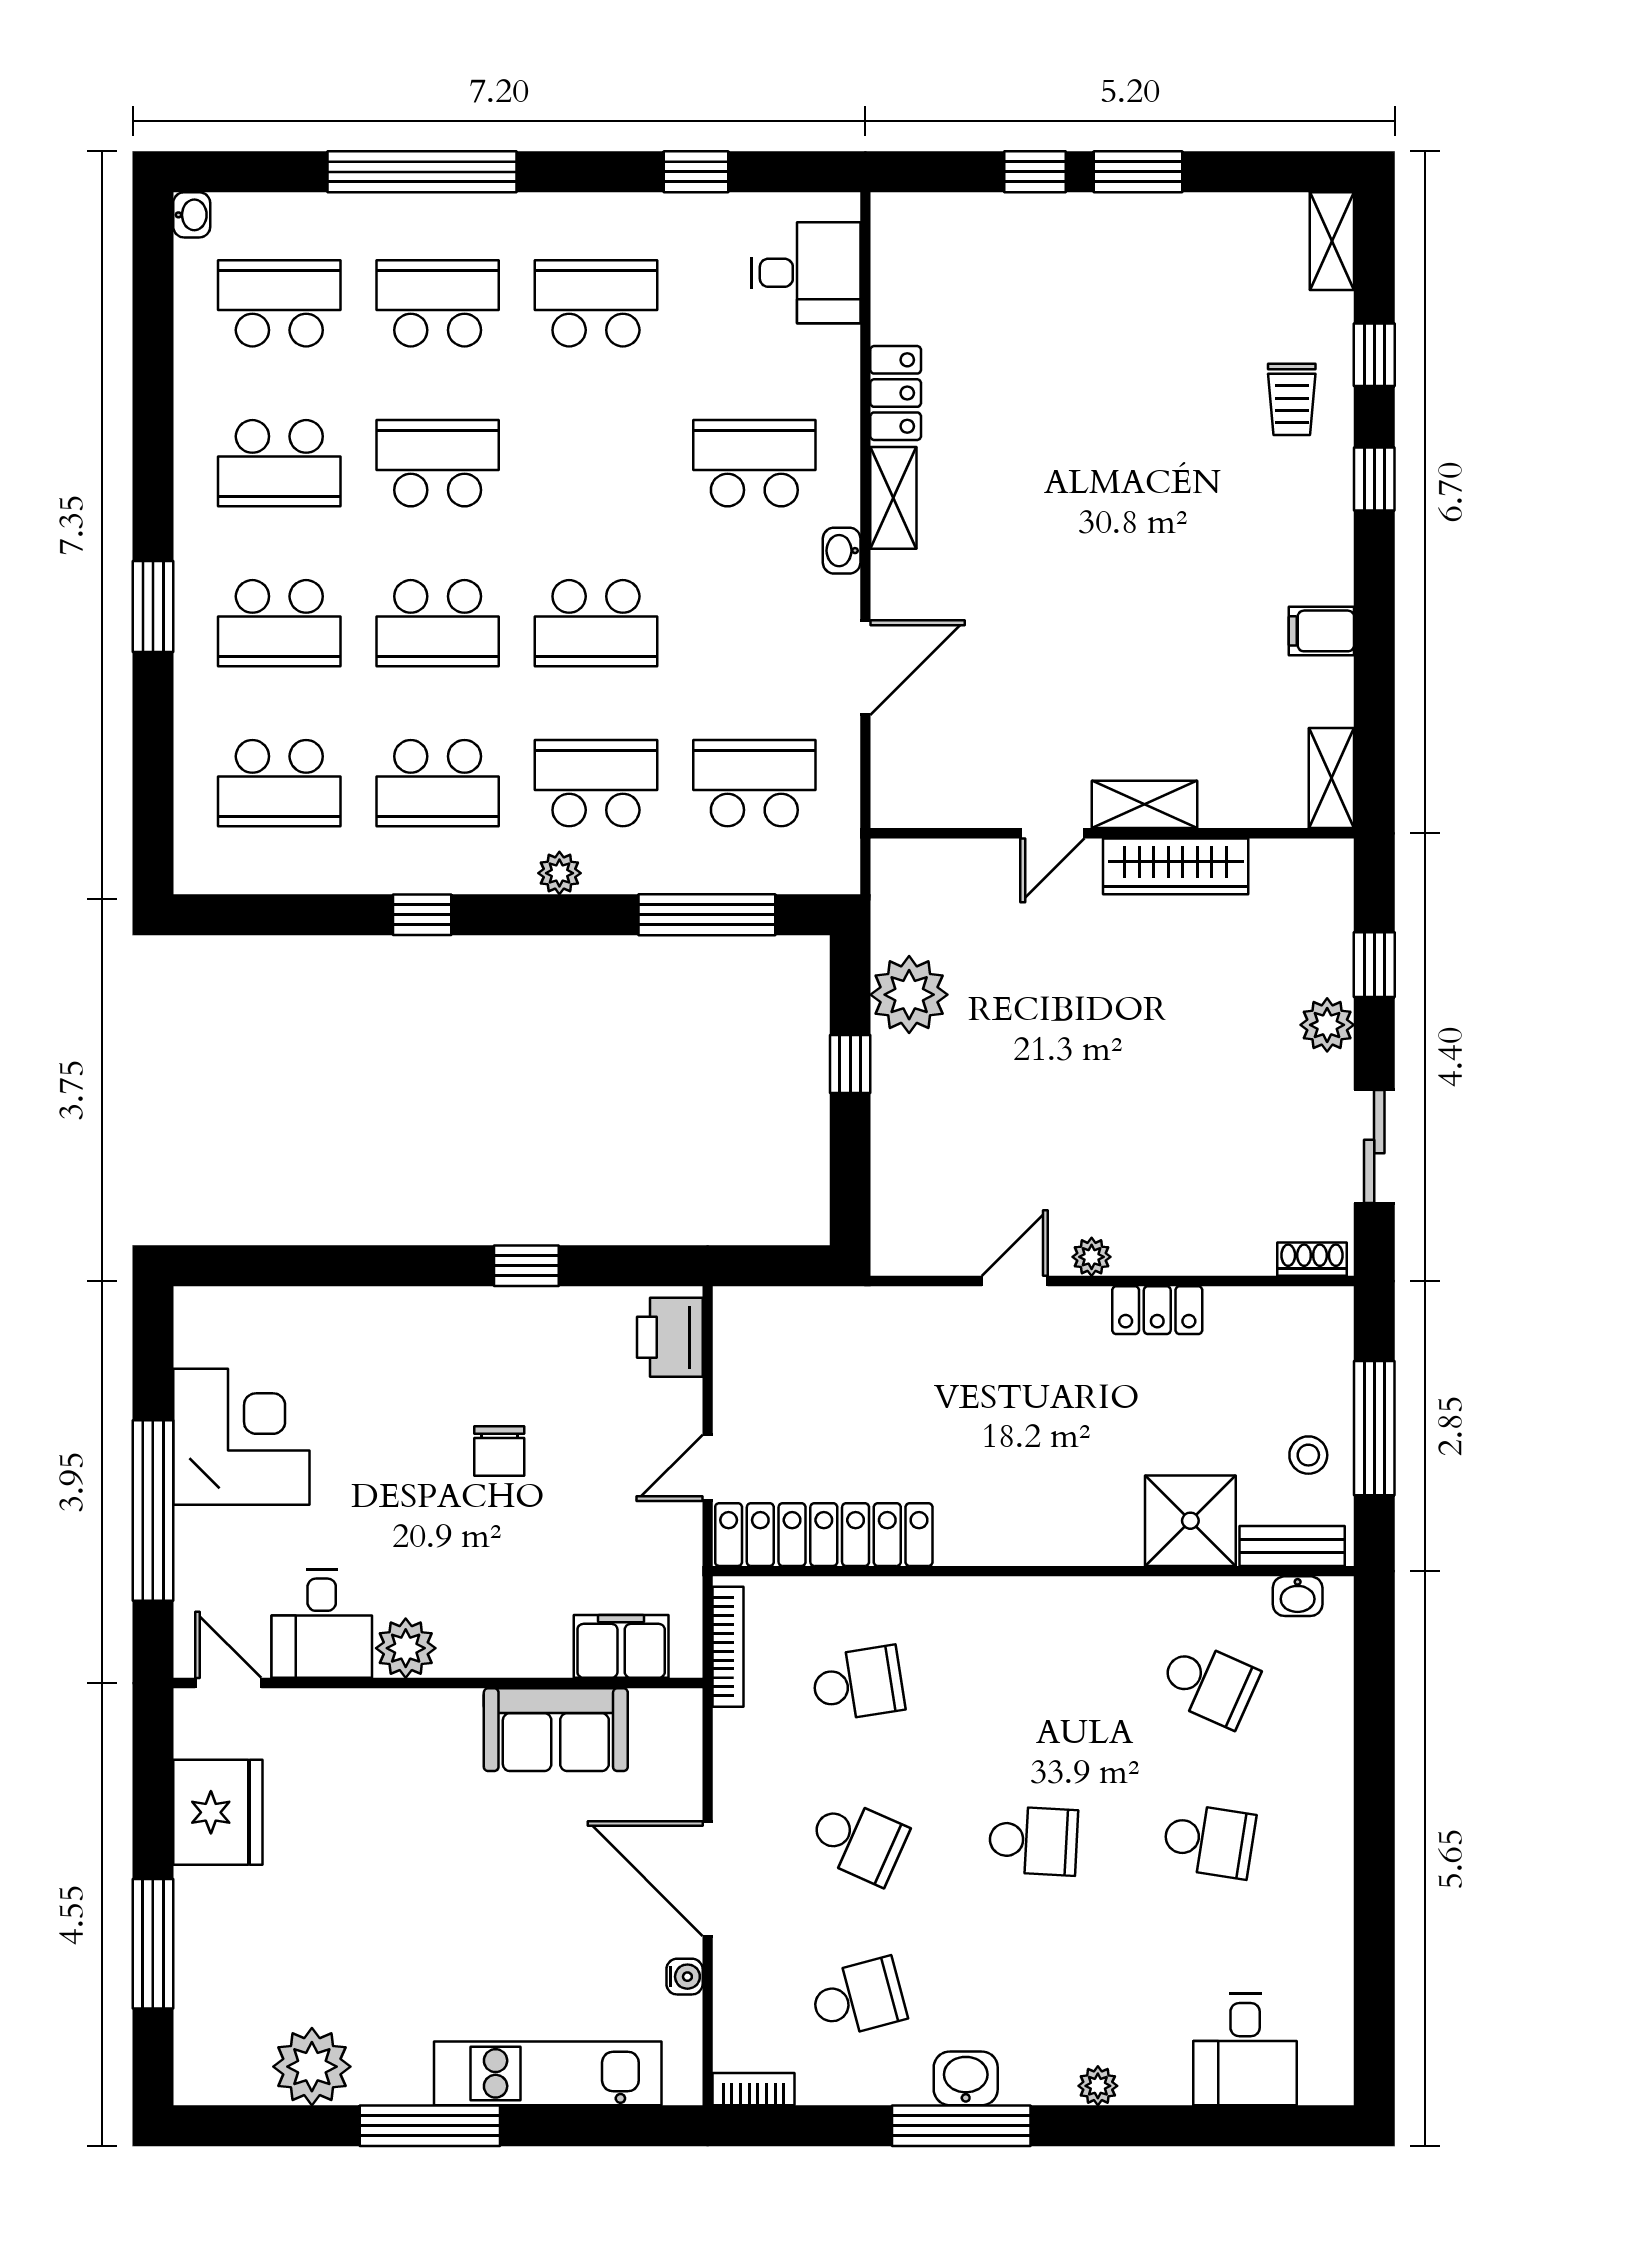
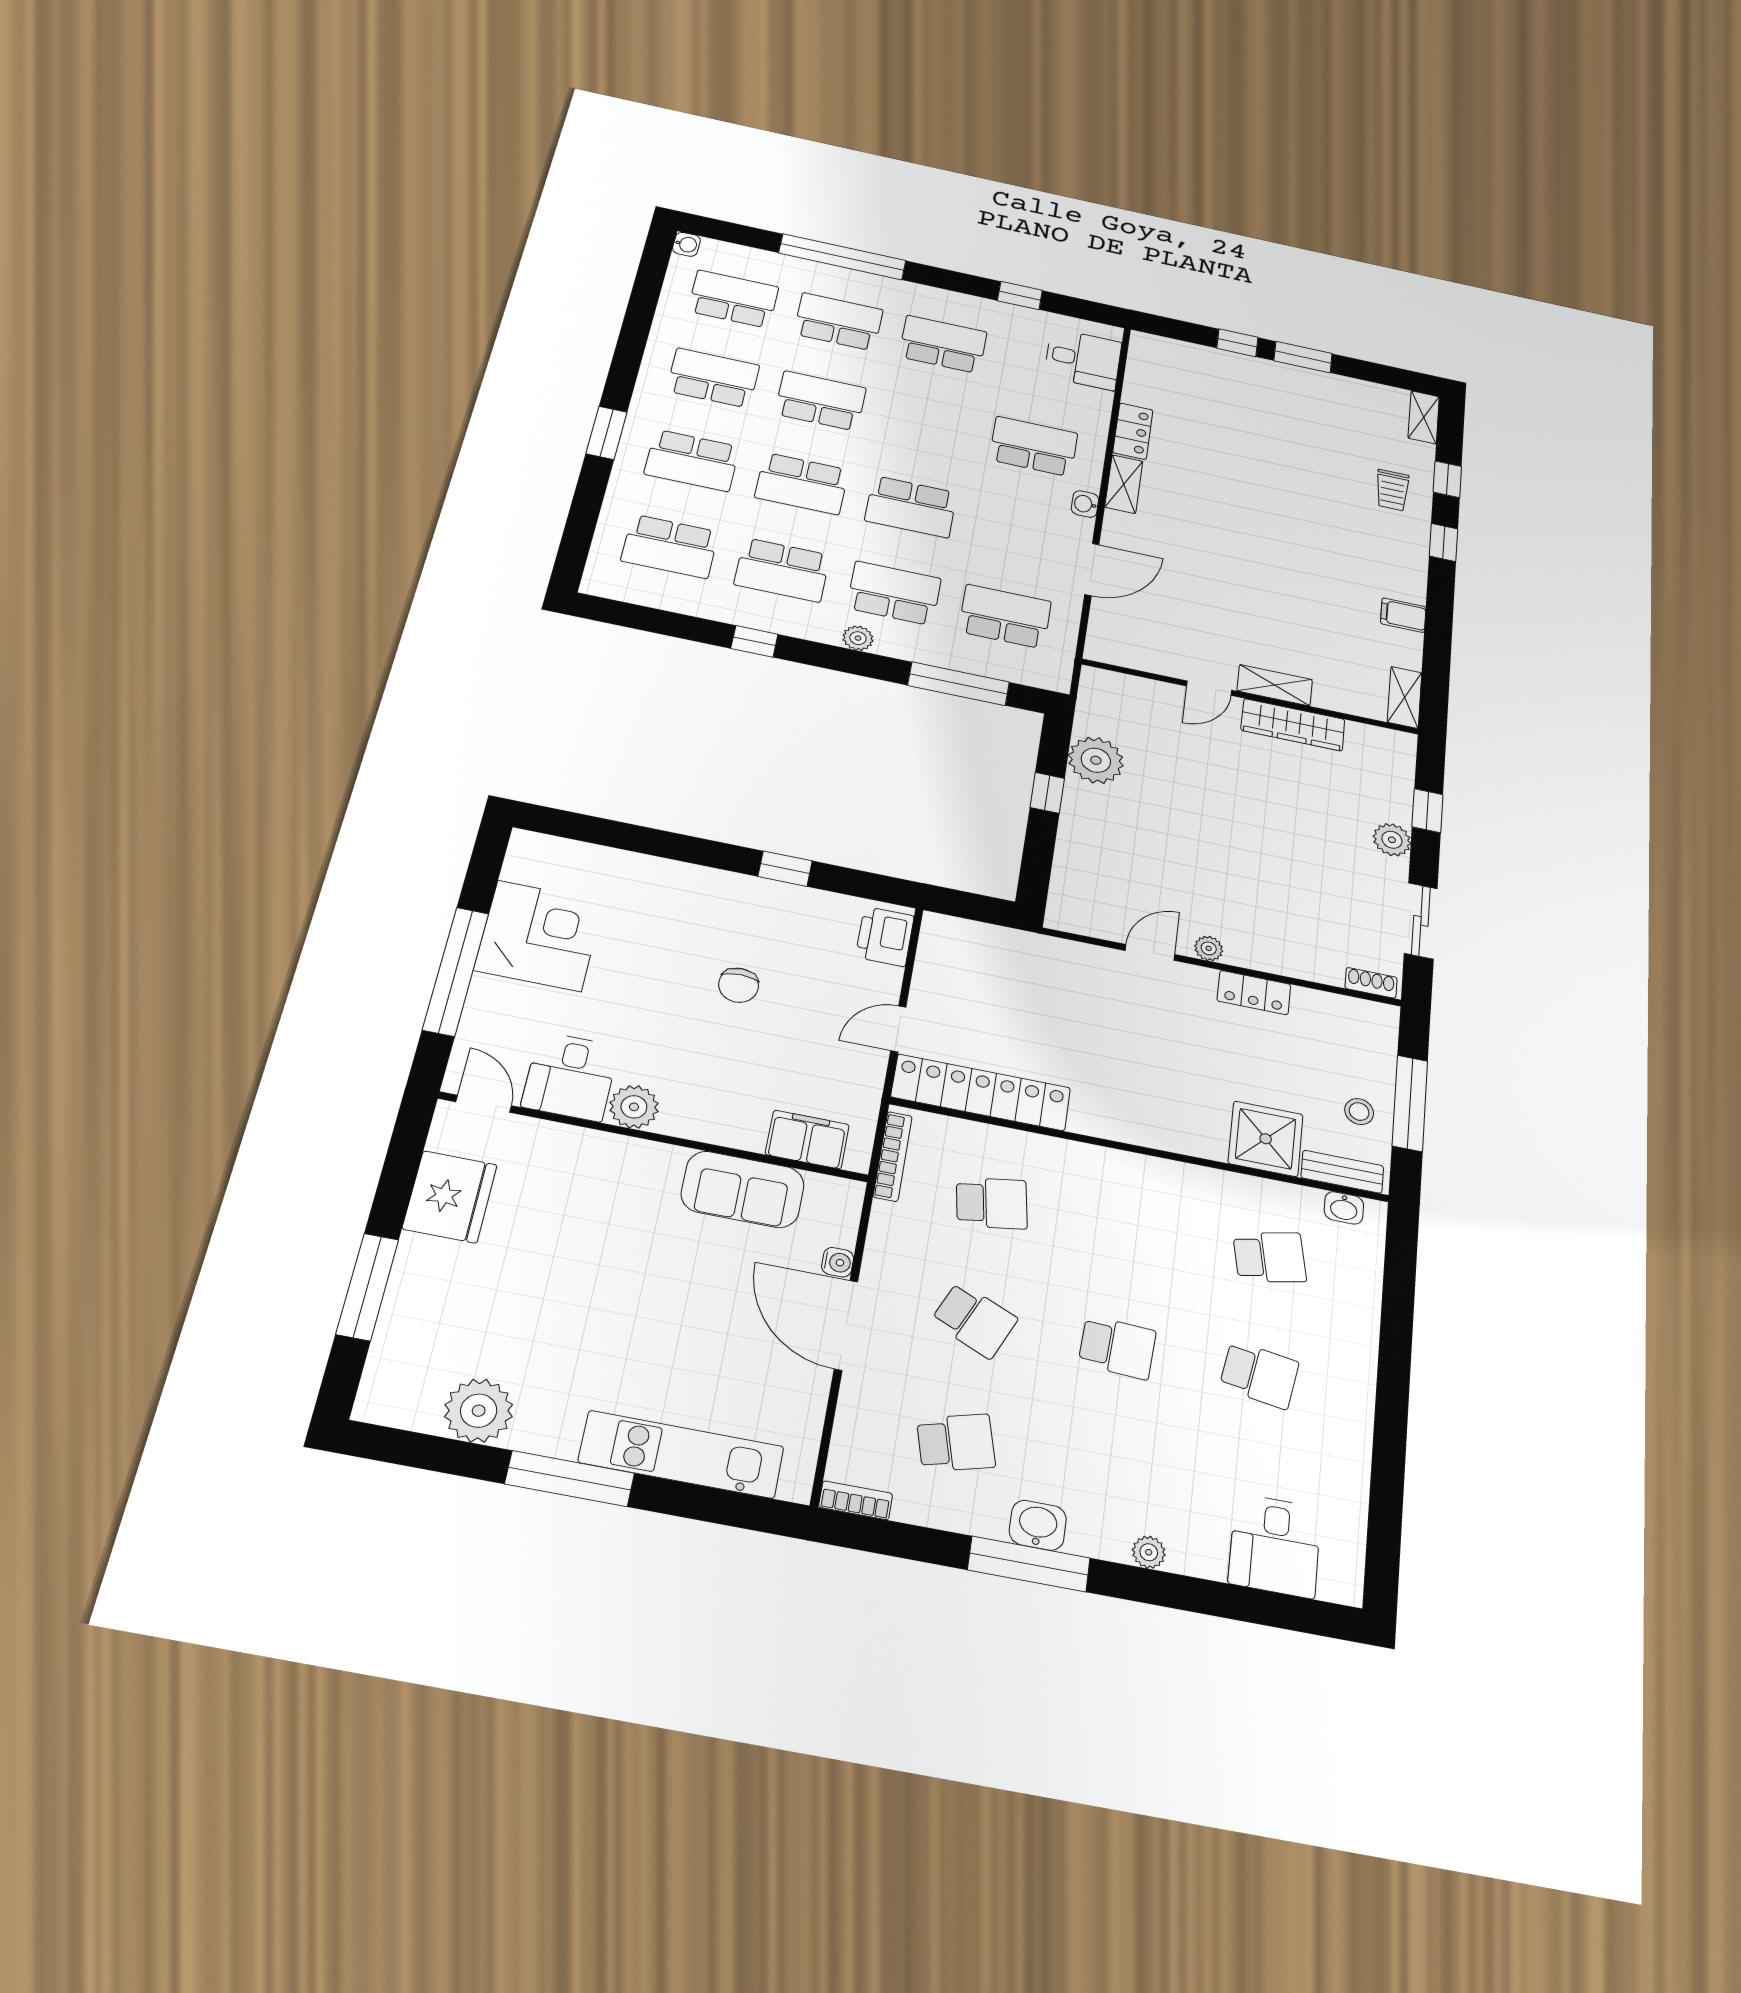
school desk: (279, 463) -> (713, 378), turned 180
school desk: (1209, 1684) -> (1270, 1257), turned -36
water cooler: (685, 1977) -> (838, 1262), moved

